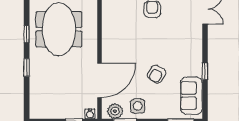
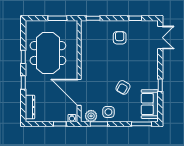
door: (99, 80) -> (79, 92), swing flipped
dresser: (35, 100) -> (30, 107), added

